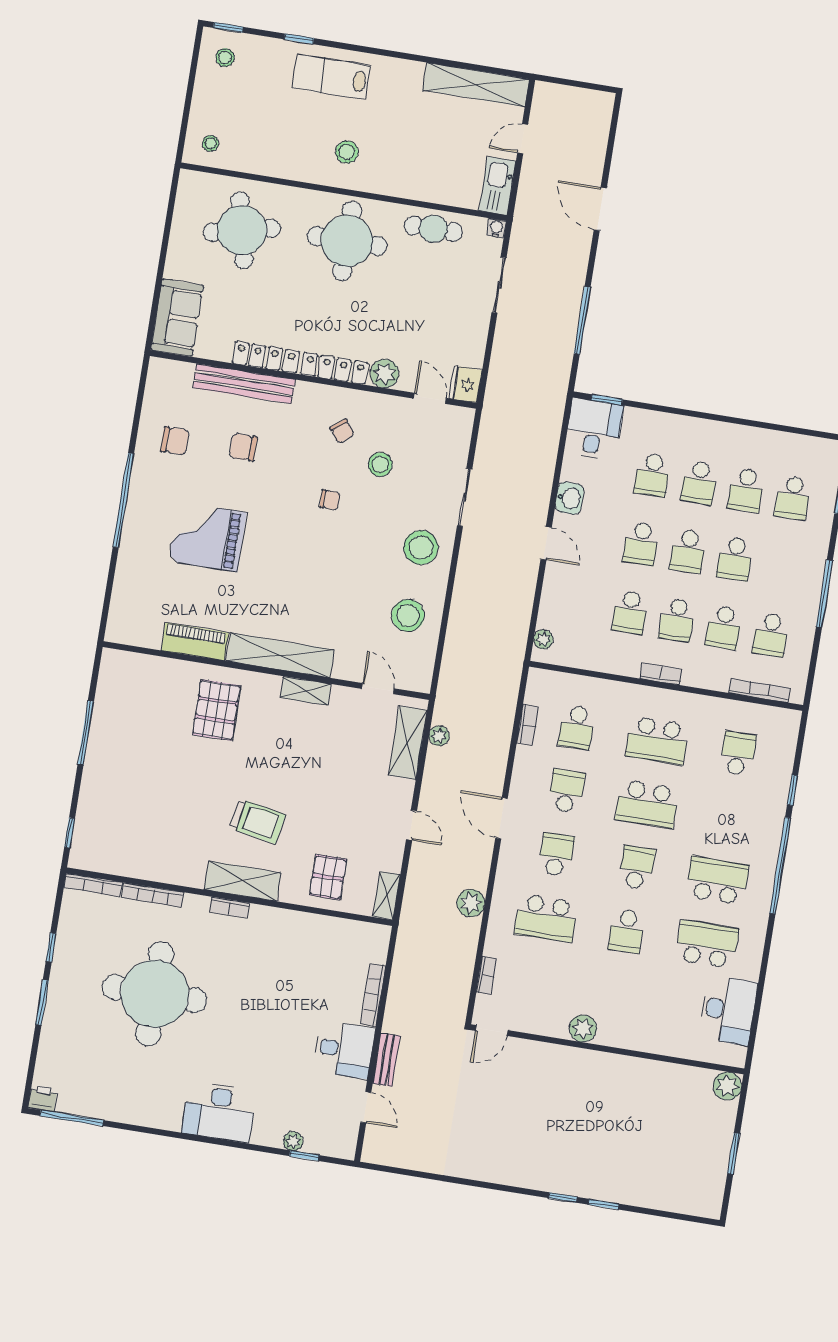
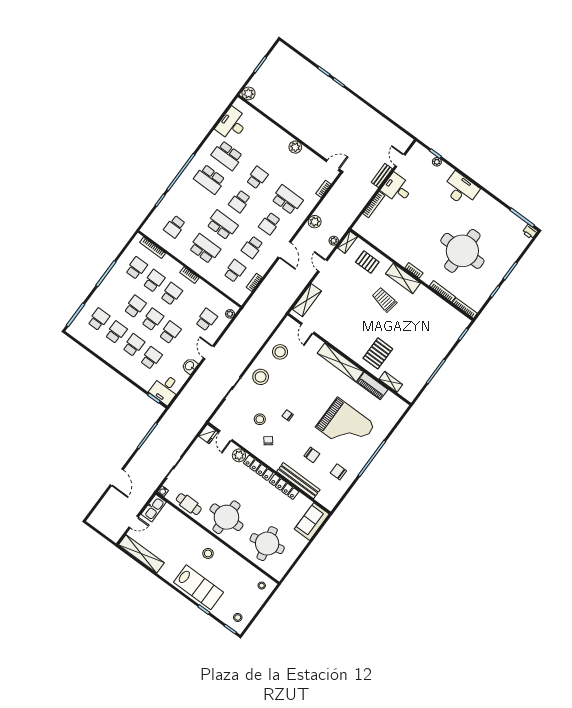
lab bench: (331, 77) -> (199, 587), width x1.36, depth x1.39
grand piano: (207, 537) -> (345, 426), width x1.37, depth x1.48
school desk: (630, 612) -> (206, 320), moved
shelving: (306, 691) -> (391, 382), moved
plant: (439, 736) -> (334, 241), moved
pallet: (328, 877) -> (367, 262), turned 90

